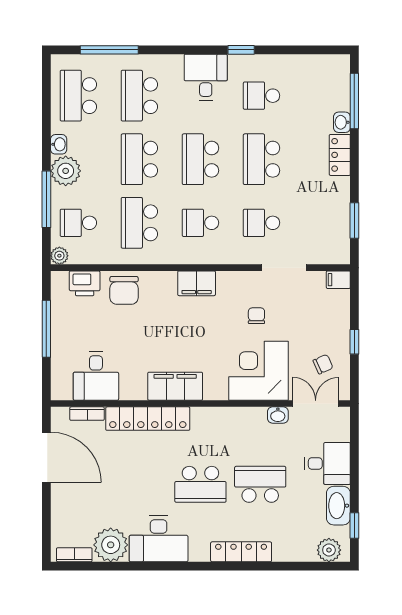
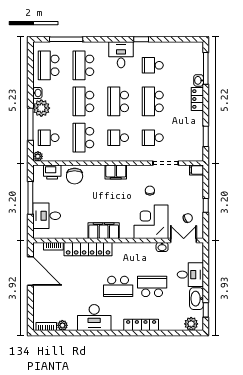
desk: (96, 376) -> (47, 216), moved, turned 90
plant: (111, 545) -> (62, 325), width x0.53, depth x0.53

